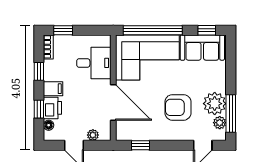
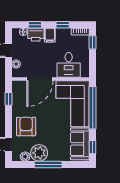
armchair: (178, 107) -> (26, 126), moved
window: (231, 114) -> (48, 165), moved

